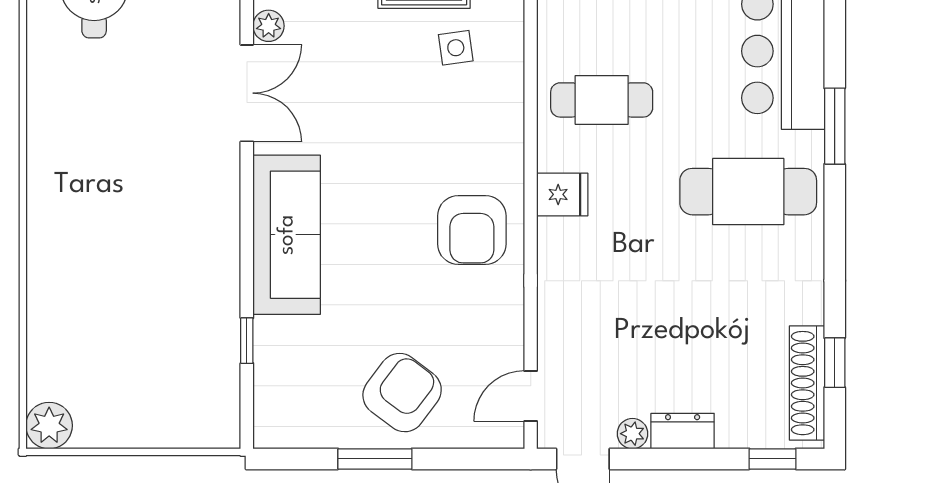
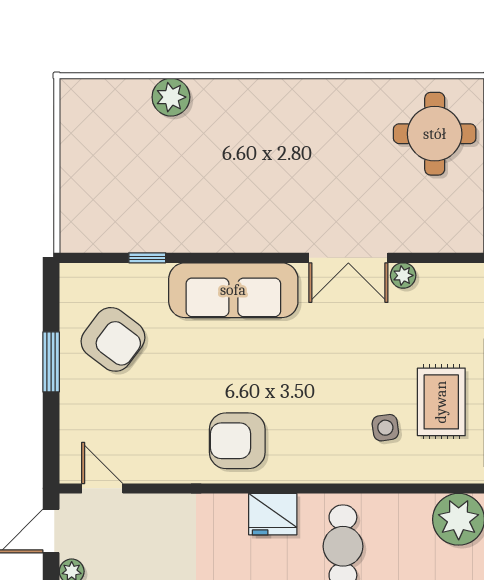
fridge: (562, 194) -> (273, 514), width x1.38
armchair: (402, 393) -> (113, 339), moved
plant: (49, 426) -> (171, 97), moved

